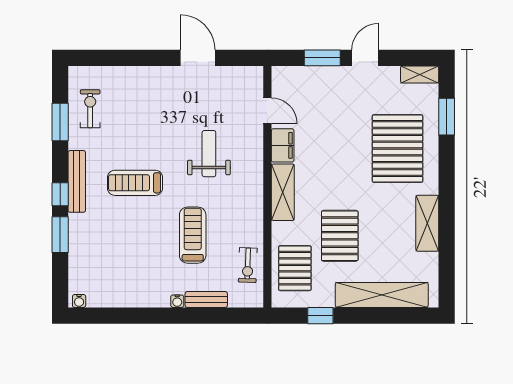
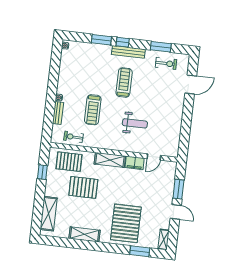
door: (198, 58) -> (191, 85), moved
pallet: (398, 149) -> (126, 223), turned 90
treadmill: (193, 235) -> (93, 110), turned 90
shelving: (382, 295) -> (49, 214), width x0.68

